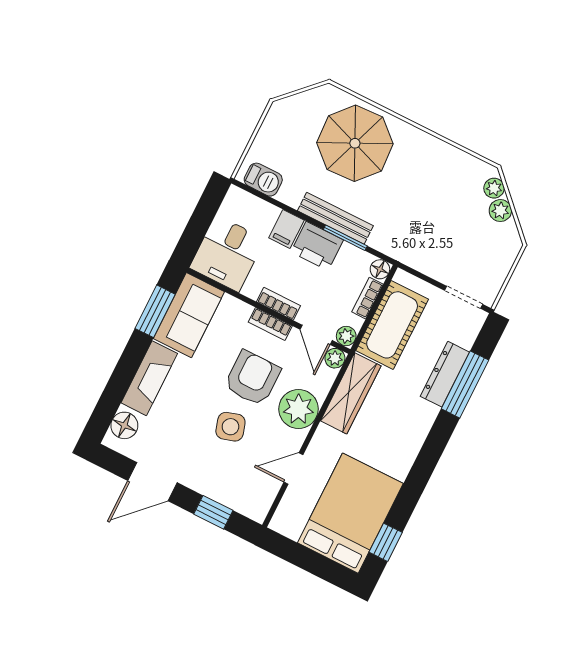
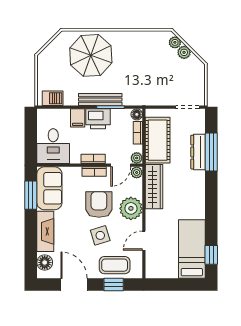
door: (316, 335) -> (121, 165), hinge flipped
door: (152, 482) -> (74, 284), swing flipped
coffee table: (230, 483) -> (115, 265), added
bed: (350, 513) -> (192, 249), width x0.67

